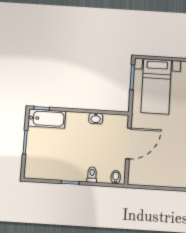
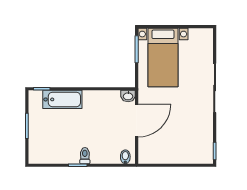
washbasin: (96, 118) -> (128, 96), moved
bathtub: (47, 119) -> (62, 99), moved
toilet: (92, 175) -> (85, 156), moved

